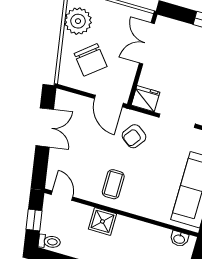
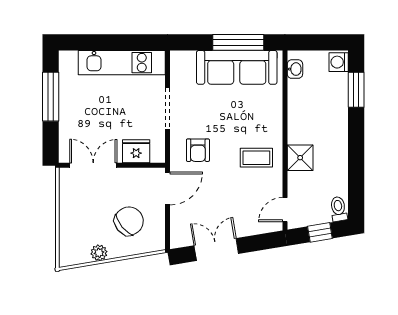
plant: (78, 21) -> (99, 253), width x0.53, depth x0.53
double door: (147, 43) -> (93, 165), swing flipped
fridge: (146, 99) -> (136, 151), moved, turned 90
armchair: (134, 136) -> (198, 150), turned 54

